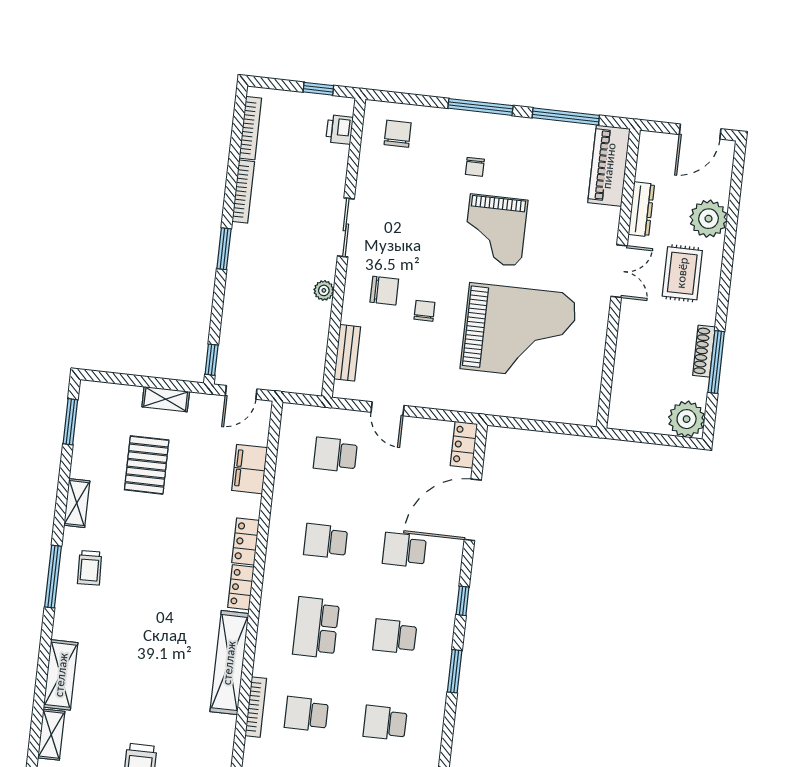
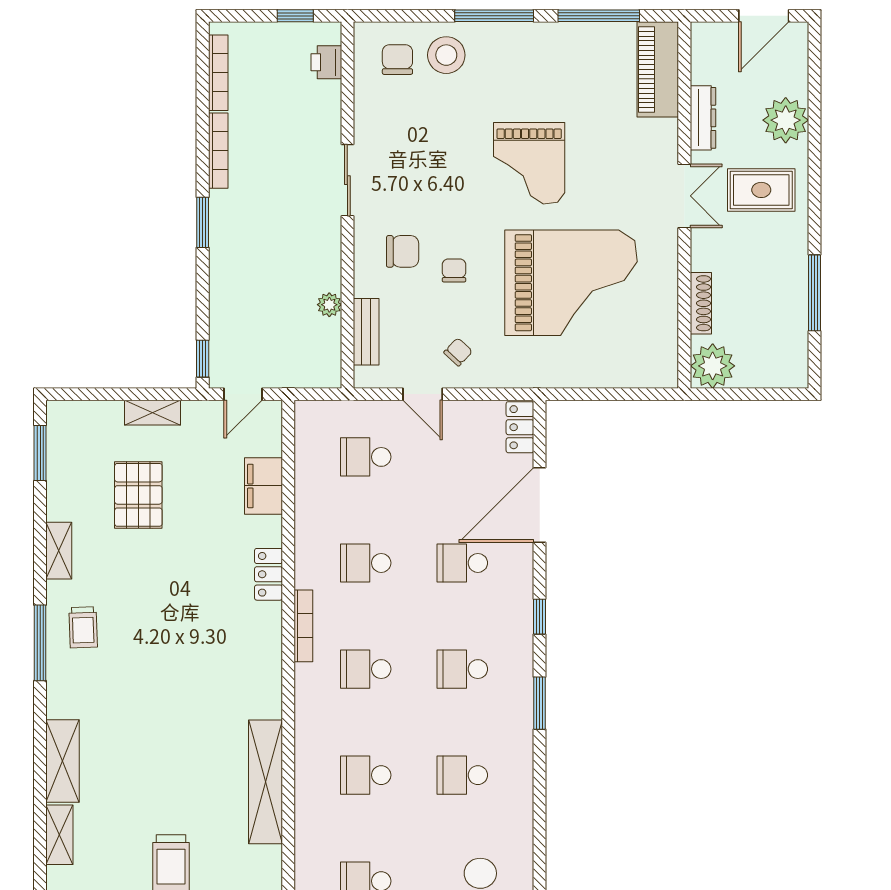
stool: (438, 135) -> (446, 55), added
chair: (475, 167) -> (458, 352), moved, turned -137
rug: (682, 273) -> (761, 190), turned 90
plant: (324, 290) -> (329, 305), moved
shoe rack: (704, 351) -> (701, 303), moved, turned 180
plant: (687, 419) -> (713, 366), moved
locker: (241, 587) -> (269, 630), removed
school desk: (316, 628) -> (366, 669), width x0.54
shelving: (229, 663) -> (266, 782), moved
bookcase: (256, 707) -> (303, 626), moved

